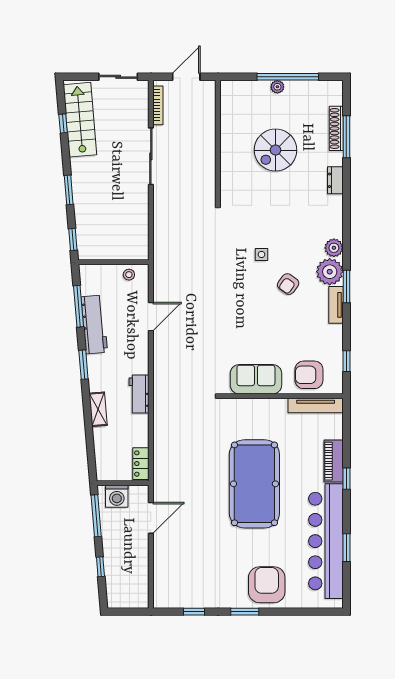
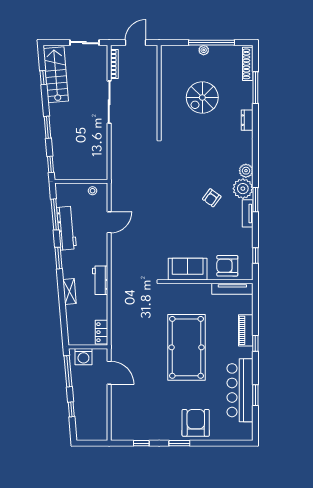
shoe rack: (336, 128) -> (248, 64), moved
side table: (262, 254) -> (192, 176), removed
door: (151, 518) -> (109, 373), hinge flipped
bar counter: (326, 541) -> (240, 390), width x0.73

